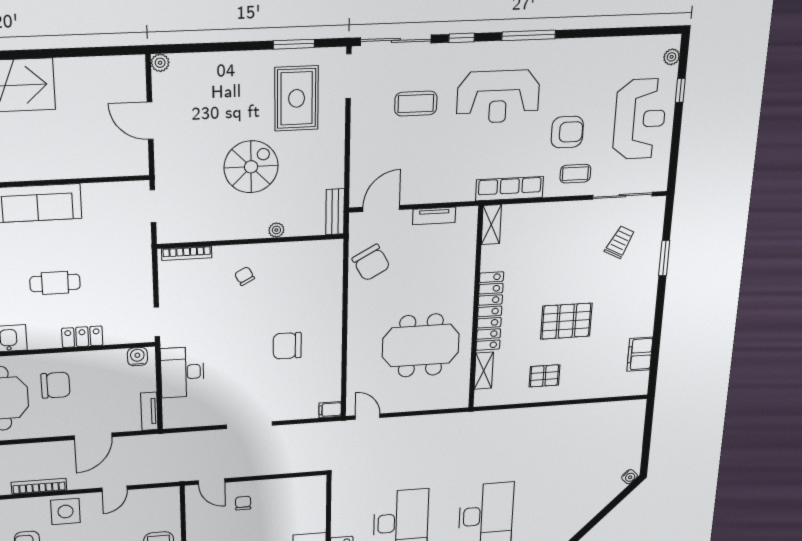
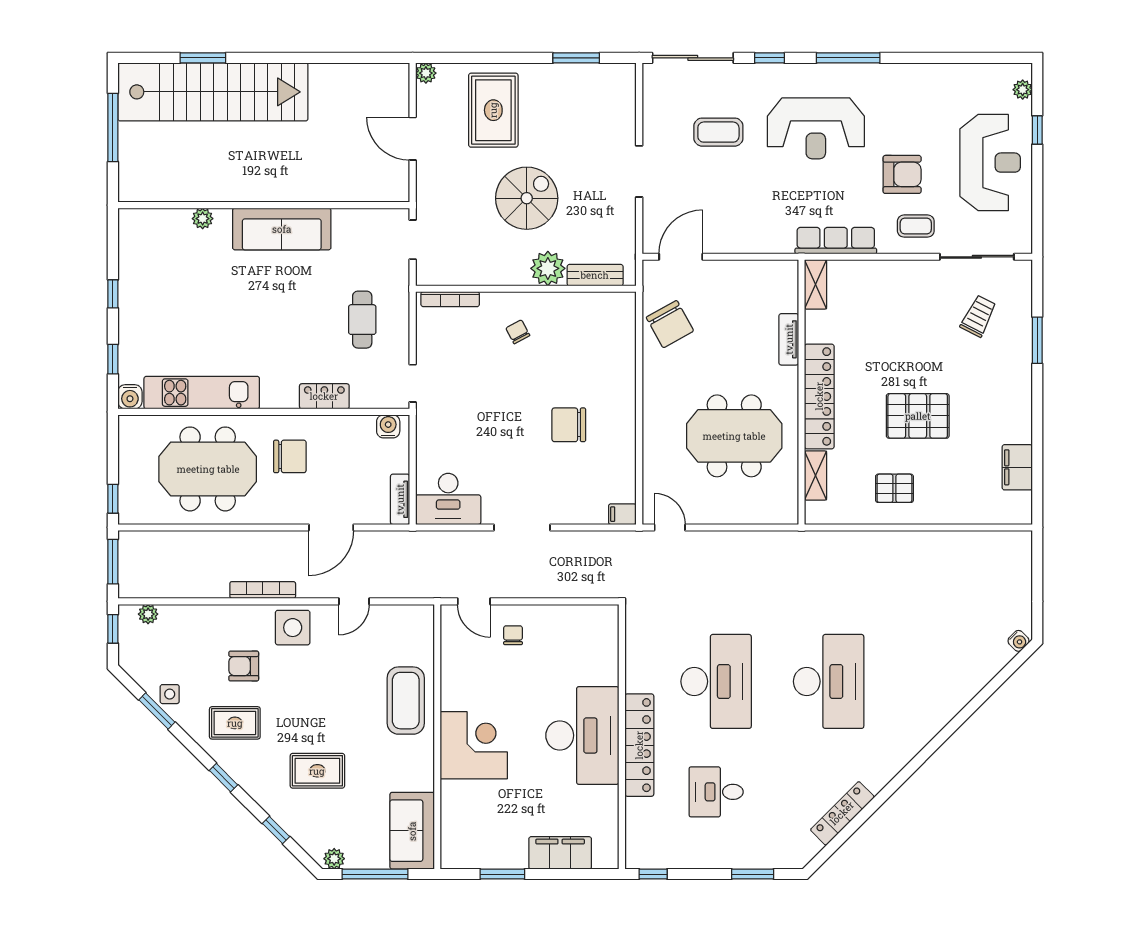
doorway: (349, 76) -> (639, 171), moved
rug: (297, 98) -> (493, 110), moved
bench: (335, 212) -> (595, 275), moved, turned 90
tv unit: (434, 216) -> (789, 339), moved, turned 90
plant: (276, 230) -> (548, 268), width x1.88, depth x1.88
cafe table: (55, 283) -> (362, 320), moved, turned 90
desk: (182, 372) -> (448, 499), moved, turned -90

